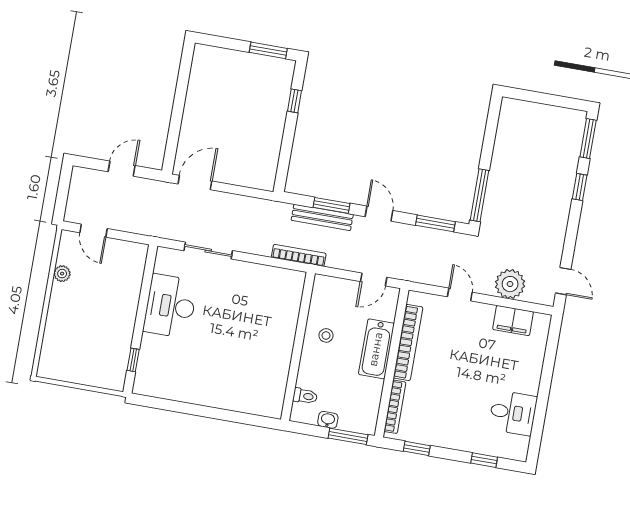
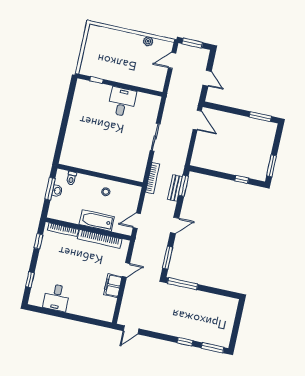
window: (184, 73) -> (260, 117), added
window: (62, 197) -> (192, 43), added
window: (332, 205) -> (183, 186), moved
bench: (322, 217) -> (175, 188), width x0.73
sliding door: (208, 251) -> (155, 137), moved
door: (374, 279) -> (137, 221), hinge flipped
plant: (510, 284) -> (131, 299), removed
desk: (170, 306) -> (122, 102), width x0.73
filing cabinet: (513, 321) -> (113, 286), moved
window: (348, 436) -> (50, 189), moved

